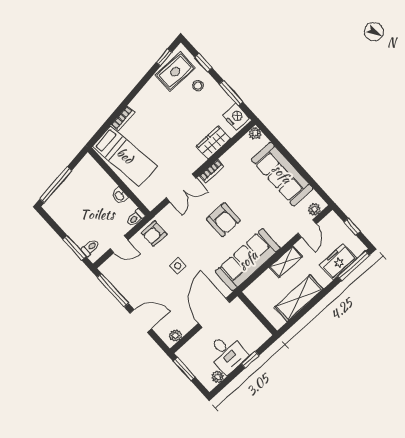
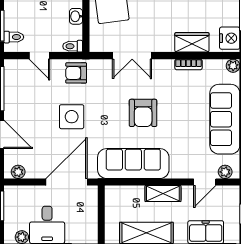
bookcase: (212, 171) -> (188, 64), moved
side table: (178, 266) -> (72, 117), width x1.87, depth x1.87

